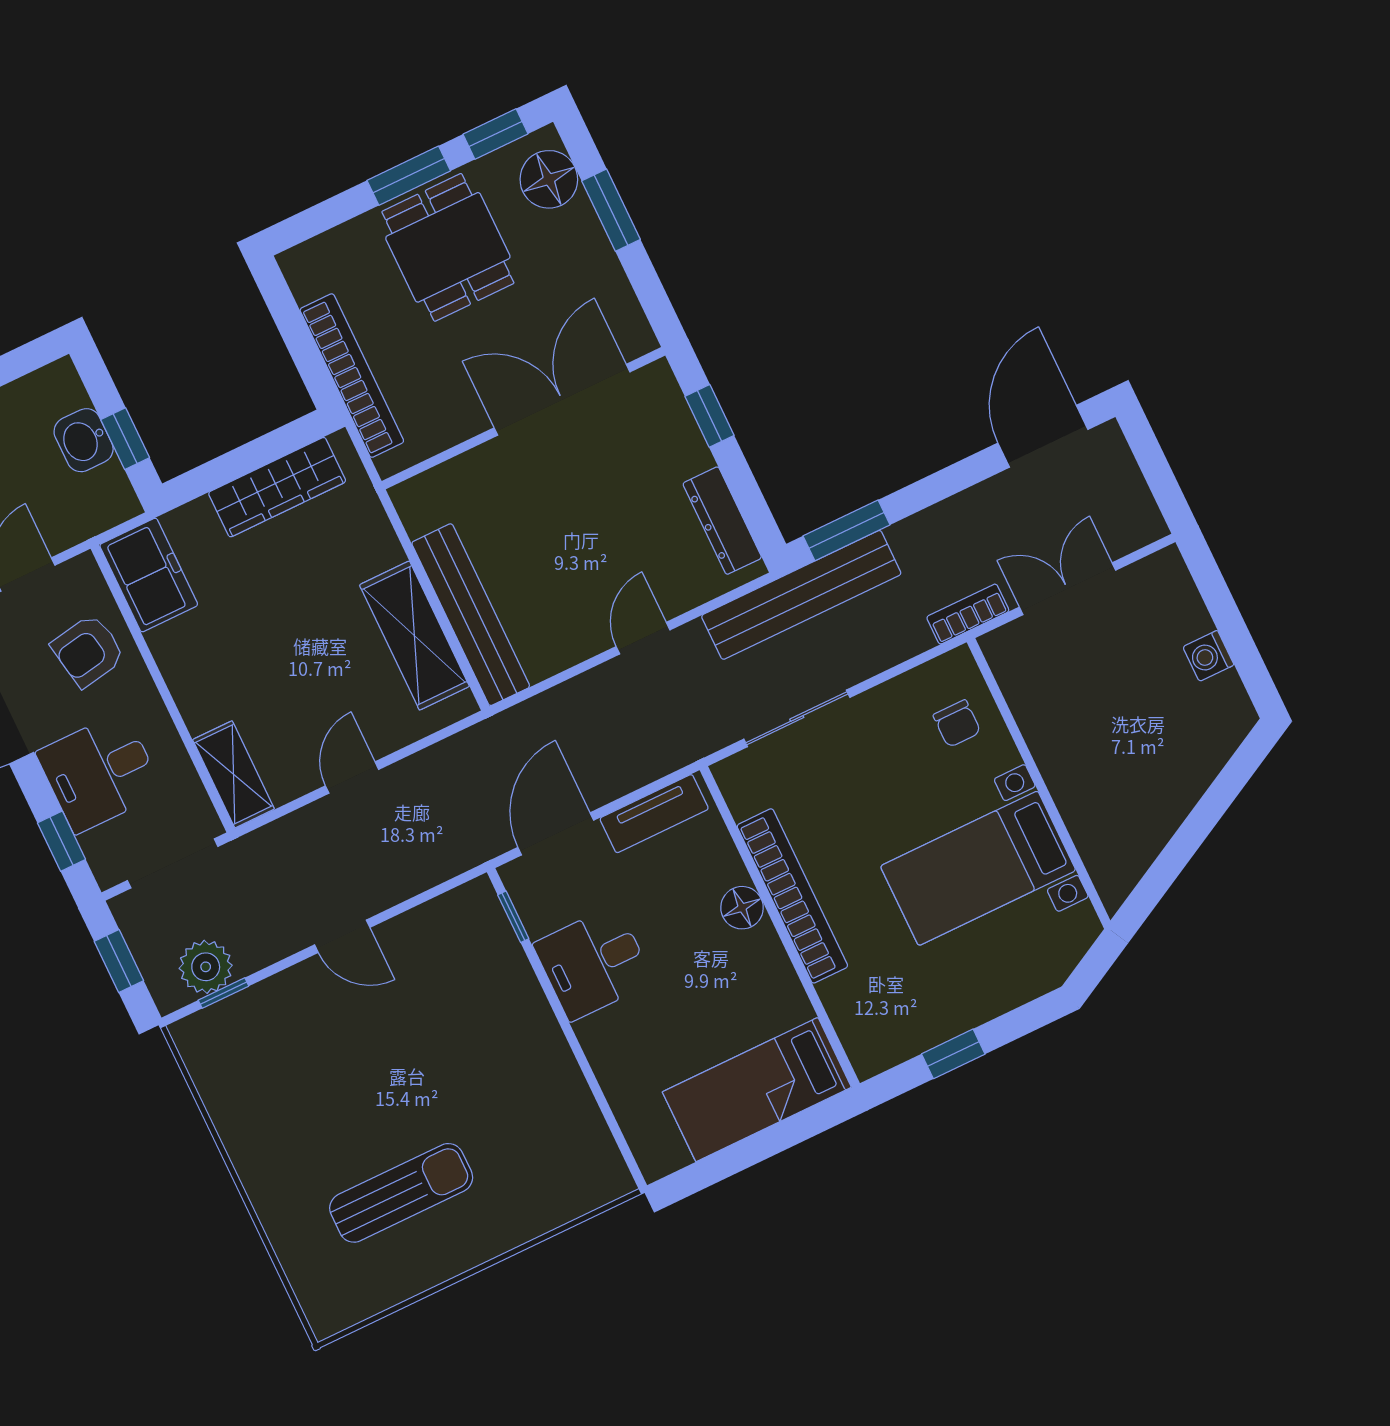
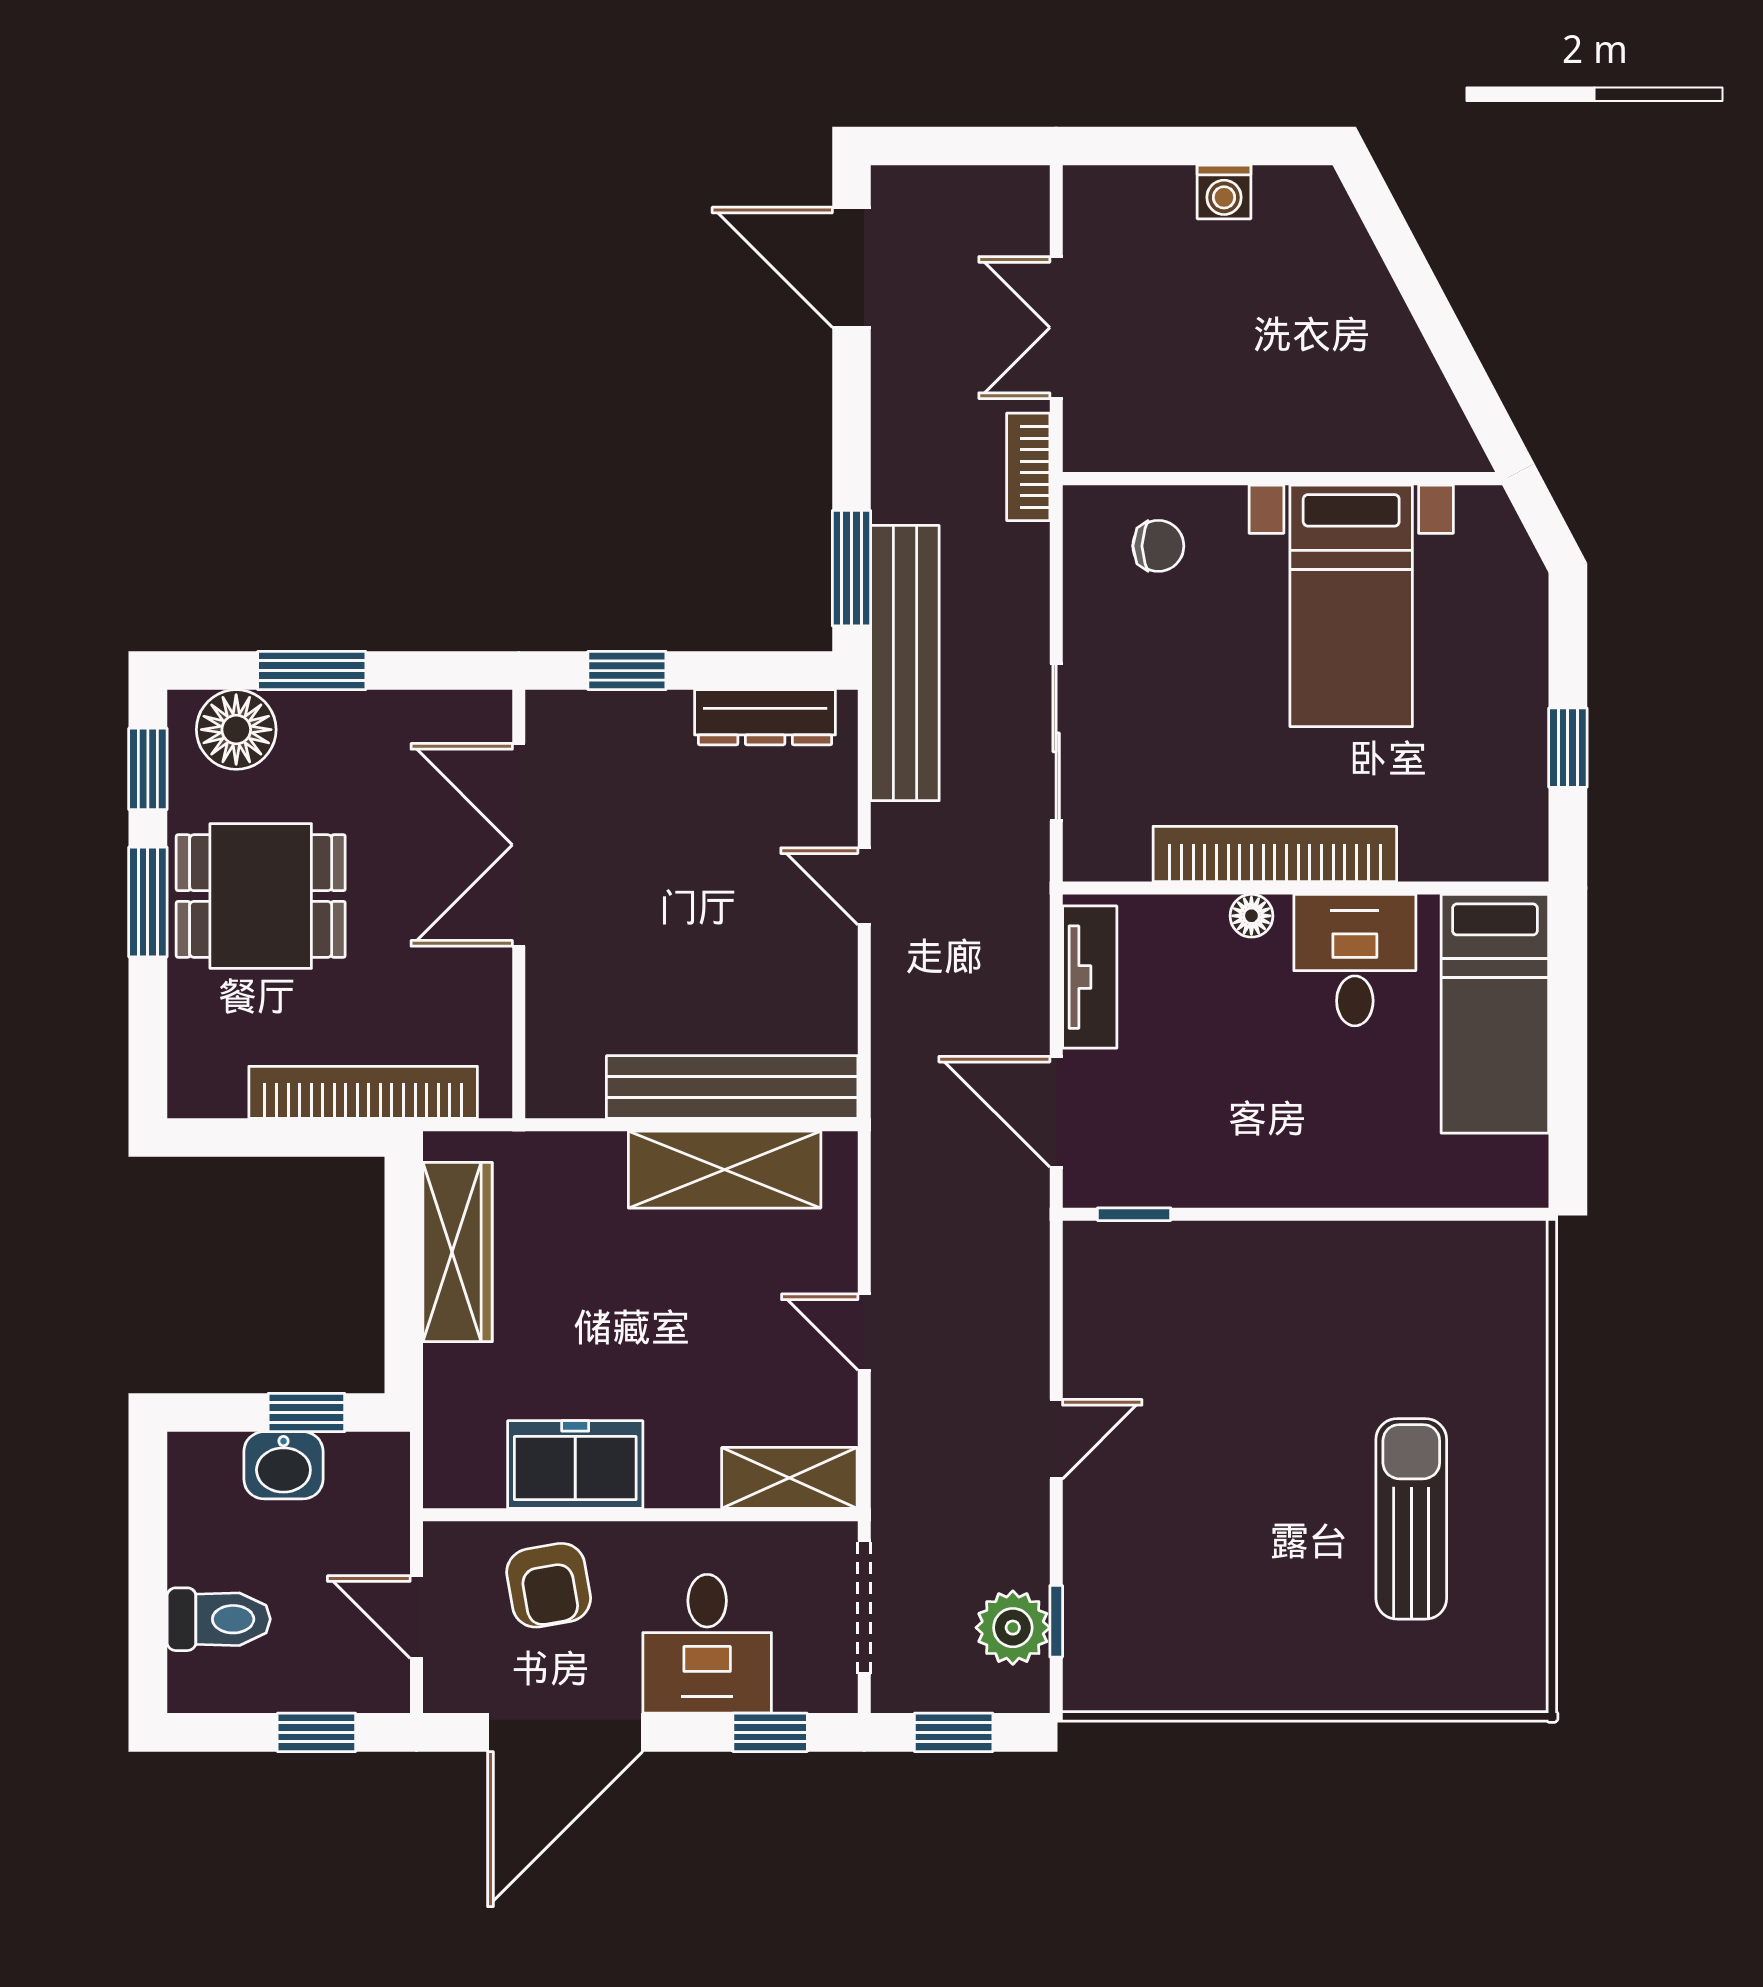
freezer: (149, 575) -> (575, 1465), moved
floor lamp: (742, 908) -> (1251, 916), width x0.73, depth x0.73
desk: (593, 963) -> (1355, 960), moved, turned 180

